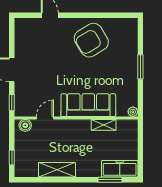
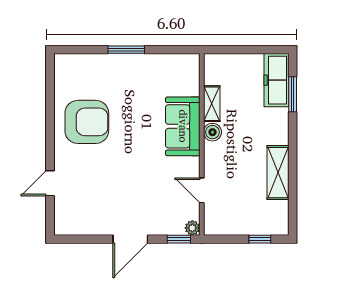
armchair: (91, 40) -> (87, 122), turned -59
sofa: (88, 105) -> (183, 126), width x0.73
plant: (133, 112) -> (192, 228), moved
boiler: (25, 125) -> (212, 132), moved

